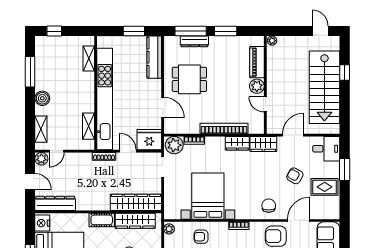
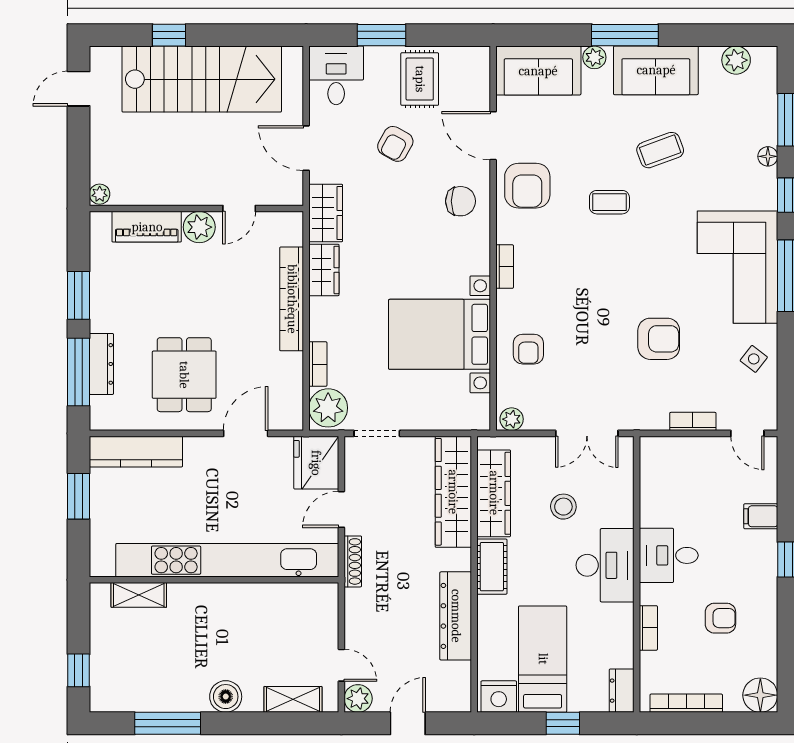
shelving: (88, 126) -> (287, 595), removed
dresser: (55, 203) -> (456, 616), moved
chair: (269, 206) -> (461, 201), turned 180

